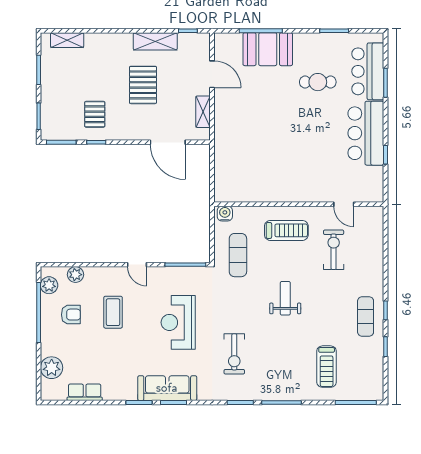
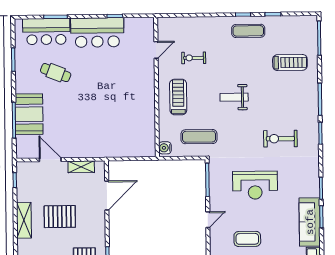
shelving: (155, 41) -> (24, 220), moved
door: (212, 74) -> (50, 160), hinge flipped
cafe table: (318, 82) -> (56, 73), turned -69
exercise bike: (334, 250) -> (194, 58), width x0.73, depth x0.72
exercise bike: (234, 354) -> (280, 139), turned 180
sofa: (167, 388) -> (310, 222), moved

